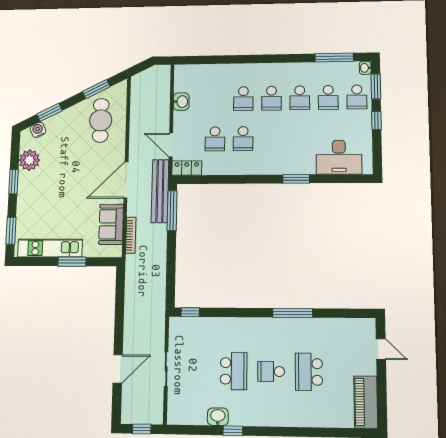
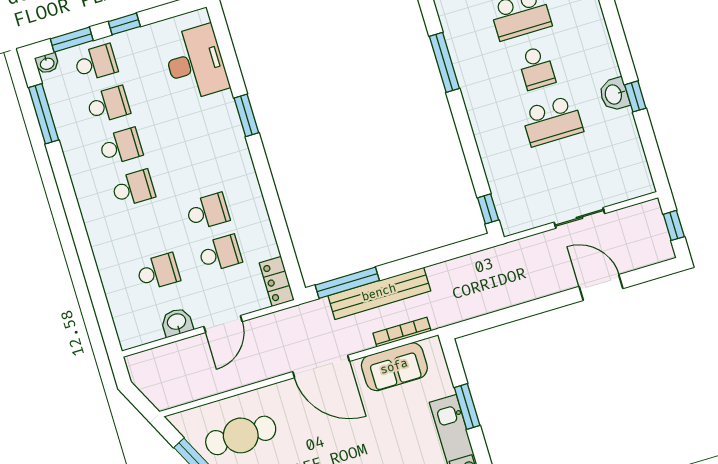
school desk: (243, 99) -> (158, 272), moved
door: (171, 145) -> (223, 324), moved
bench: (160, 191) -> (379, 293), moved
school desk: (234, 371) -> (552, 121), turned 180
washbasin: (218, 417) -> (614, 94), moved

